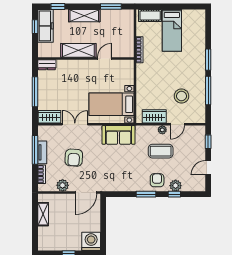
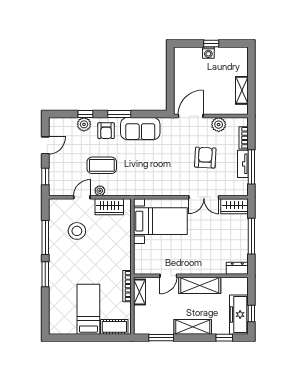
shelving: (129, 45) -> (139, 292), added
sofa: (119, 135) -> (140, 129), moved, turned 180
washing machine: (91, 241) -> (208, 53), moved, width x0.53, depth x0.53

